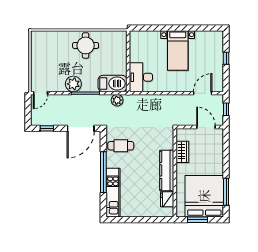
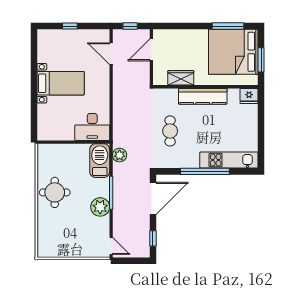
door: (81, 128) -> (153, 198), hinge flipped
cafe table: (121, 146) -> (170, 131), moved
fridge: (167, 199) -> (249, 96), moved

